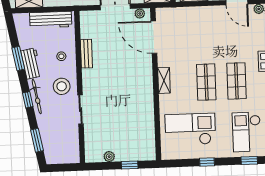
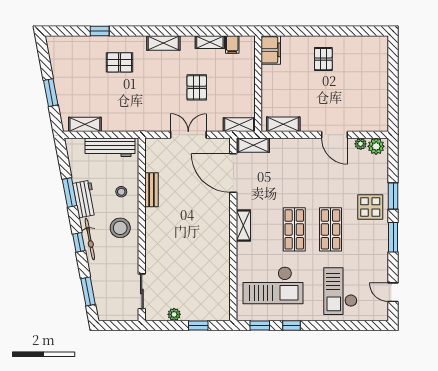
plant: (140, 13) -> (217, 144), removed
shelving: (170, 13) -> (253, 145), added
sliding door: (80, 110) -> (142, 291), moved
checkout: (190, 129) -> (273, 285), turned 180
window: (249, 160) -> (260, 326), moved

